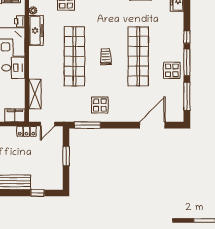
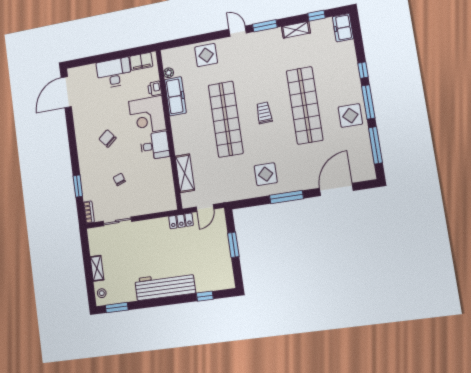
filing cabinet: (15, 115) -> (164, 203), removed
window: (87, 125) -> (286, 197), moved

